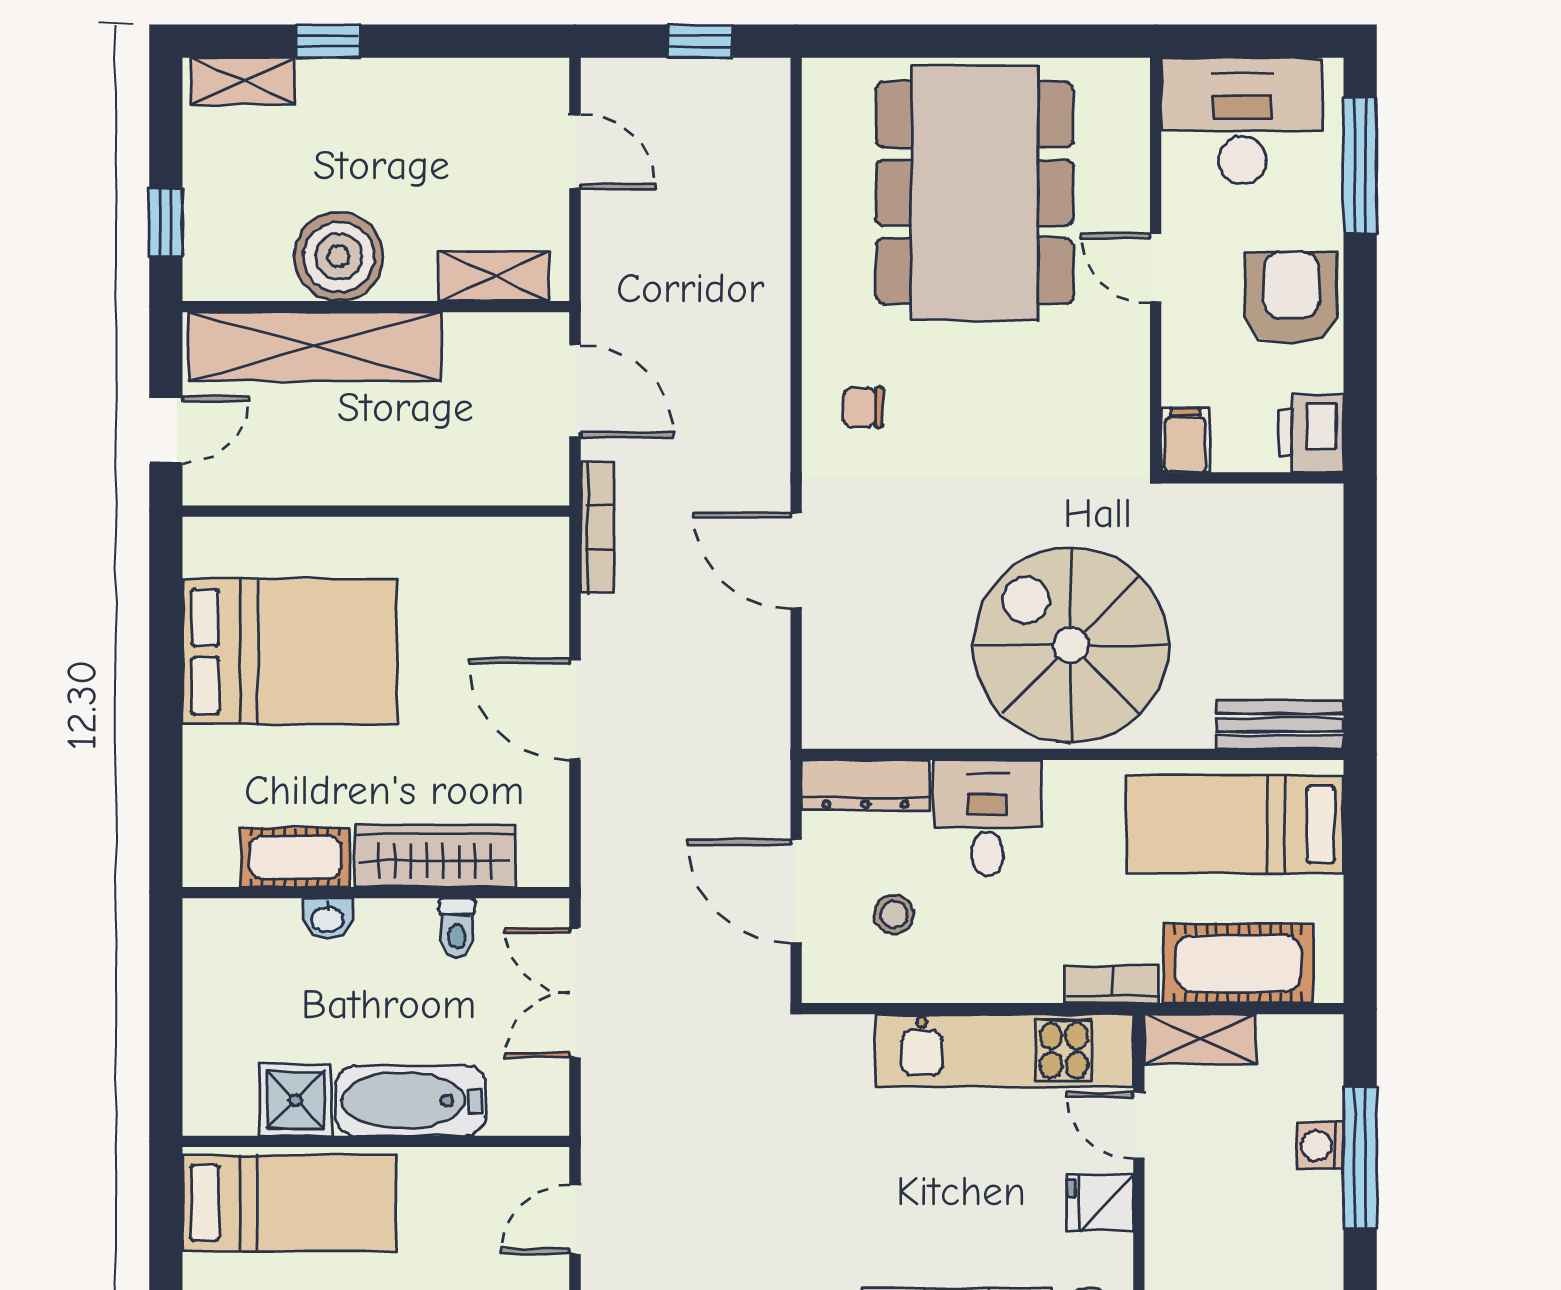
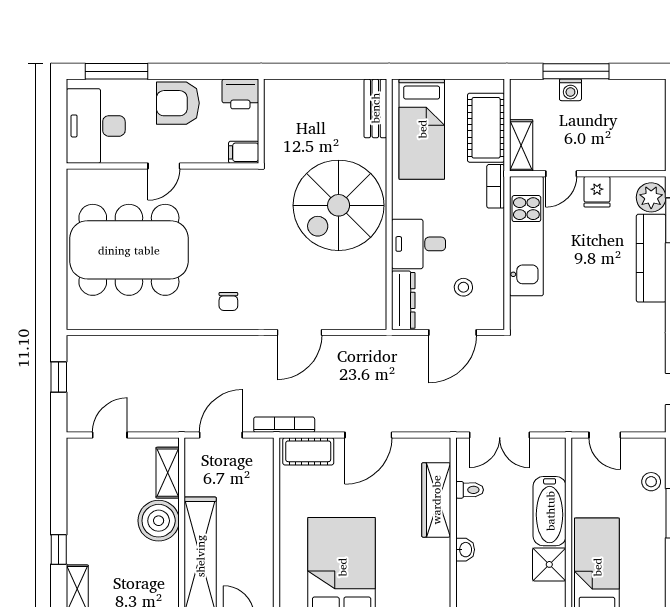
boiler: (339, 257) -> (159, 521), moved
cot: (295, 857) -> (308, 451), moved, turned 90

